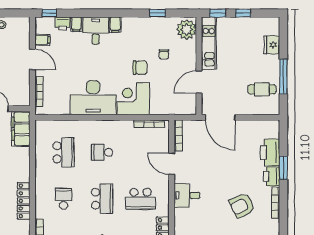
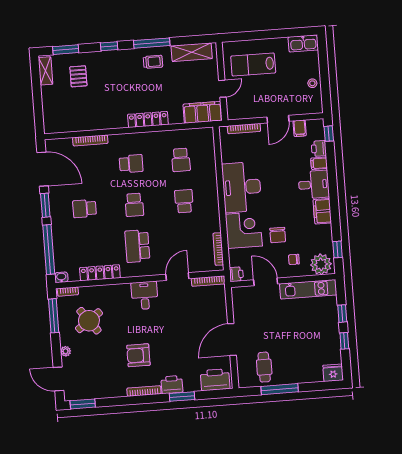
filing cabinet: (115, 25) -> (322, 211), width x2.00
plant: (186, 29) -> (321, 264), moved
kitchen unit: (209, 43) -> (308, 289), moved
fridge: (272, 45) -> (333, 373), moved
wall: (199, 66) -> (283, 281), moved
door: (199, 82) -> (266, 282), moved
printer: (174, 109) -> (236, 274), added
door: (220, 117) -> (232, 339), moved
school desk: (64, 152) -> (181, 160), width x0.54
printer: (270, 152) -> (215, 380), moved
school desk: (102, 199) -> (134, 205), width x0.54
locker: (24, 201) -> (148, 119), moved
armchair: (242, 205) -> (138, 355), turned -65

